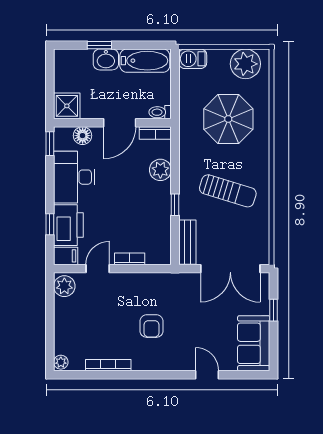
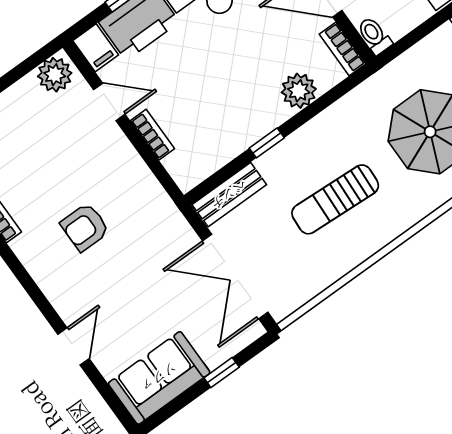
sun lounger: (228, 191) -> (335, 199), turned 76

